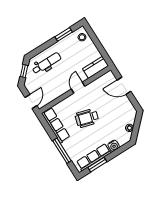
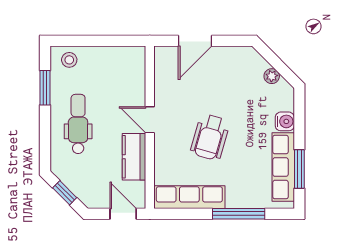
dental chair: (47, 63) -> (78, 124), moved
kitchen counter: (95, 67) -> (134, 157), moved

